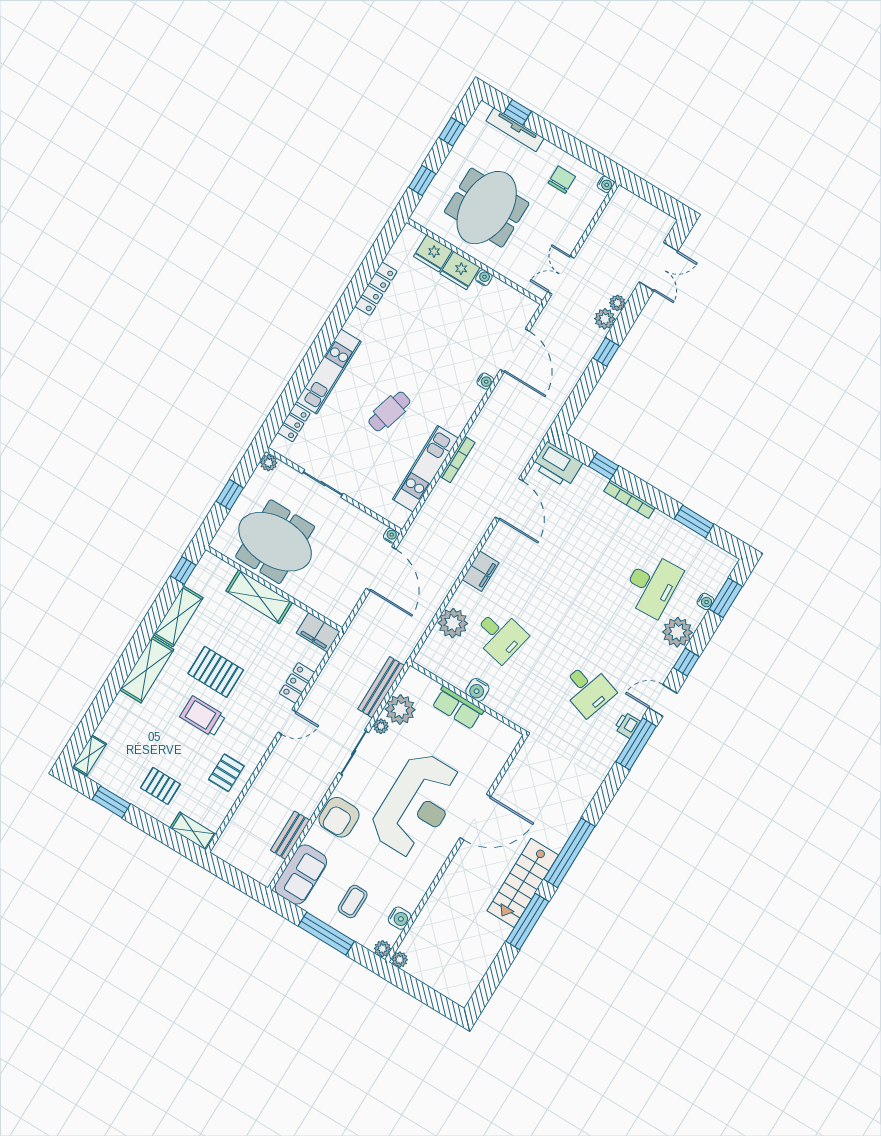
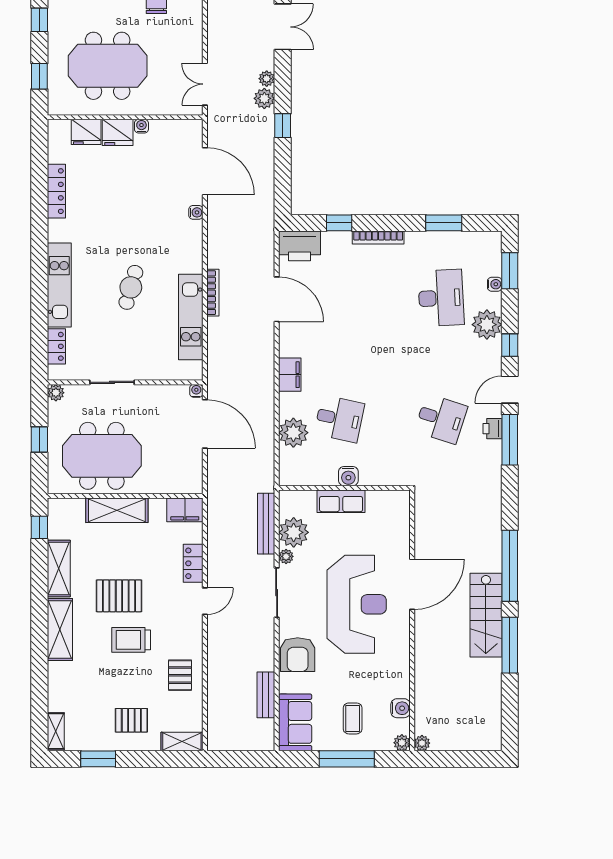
meeting table: (487, 208) -> (108, 66), turned 90

